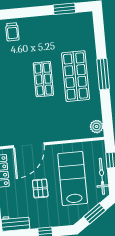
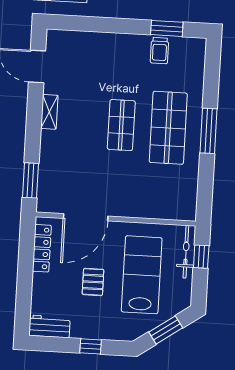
trolley: (12, 32) -> (159, 51), moved
plant: (97, 127) -> (187, 205), removed
bicycle: (102, 176) -> (186, 252), moved

